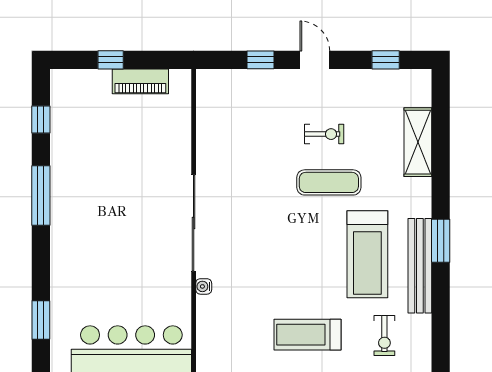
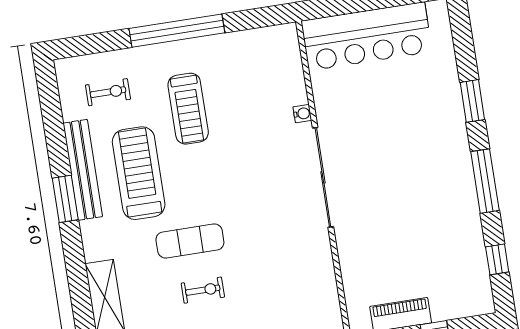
exercise bike: (324, 134) -> (203, 290), turned 180
window: (41, 320) -> (472, 101), moved
treadmill: (308, 335) -> (188, 109), moved, turned 90
exercise bike: (384, 335) -> (108, 92), turned 90

